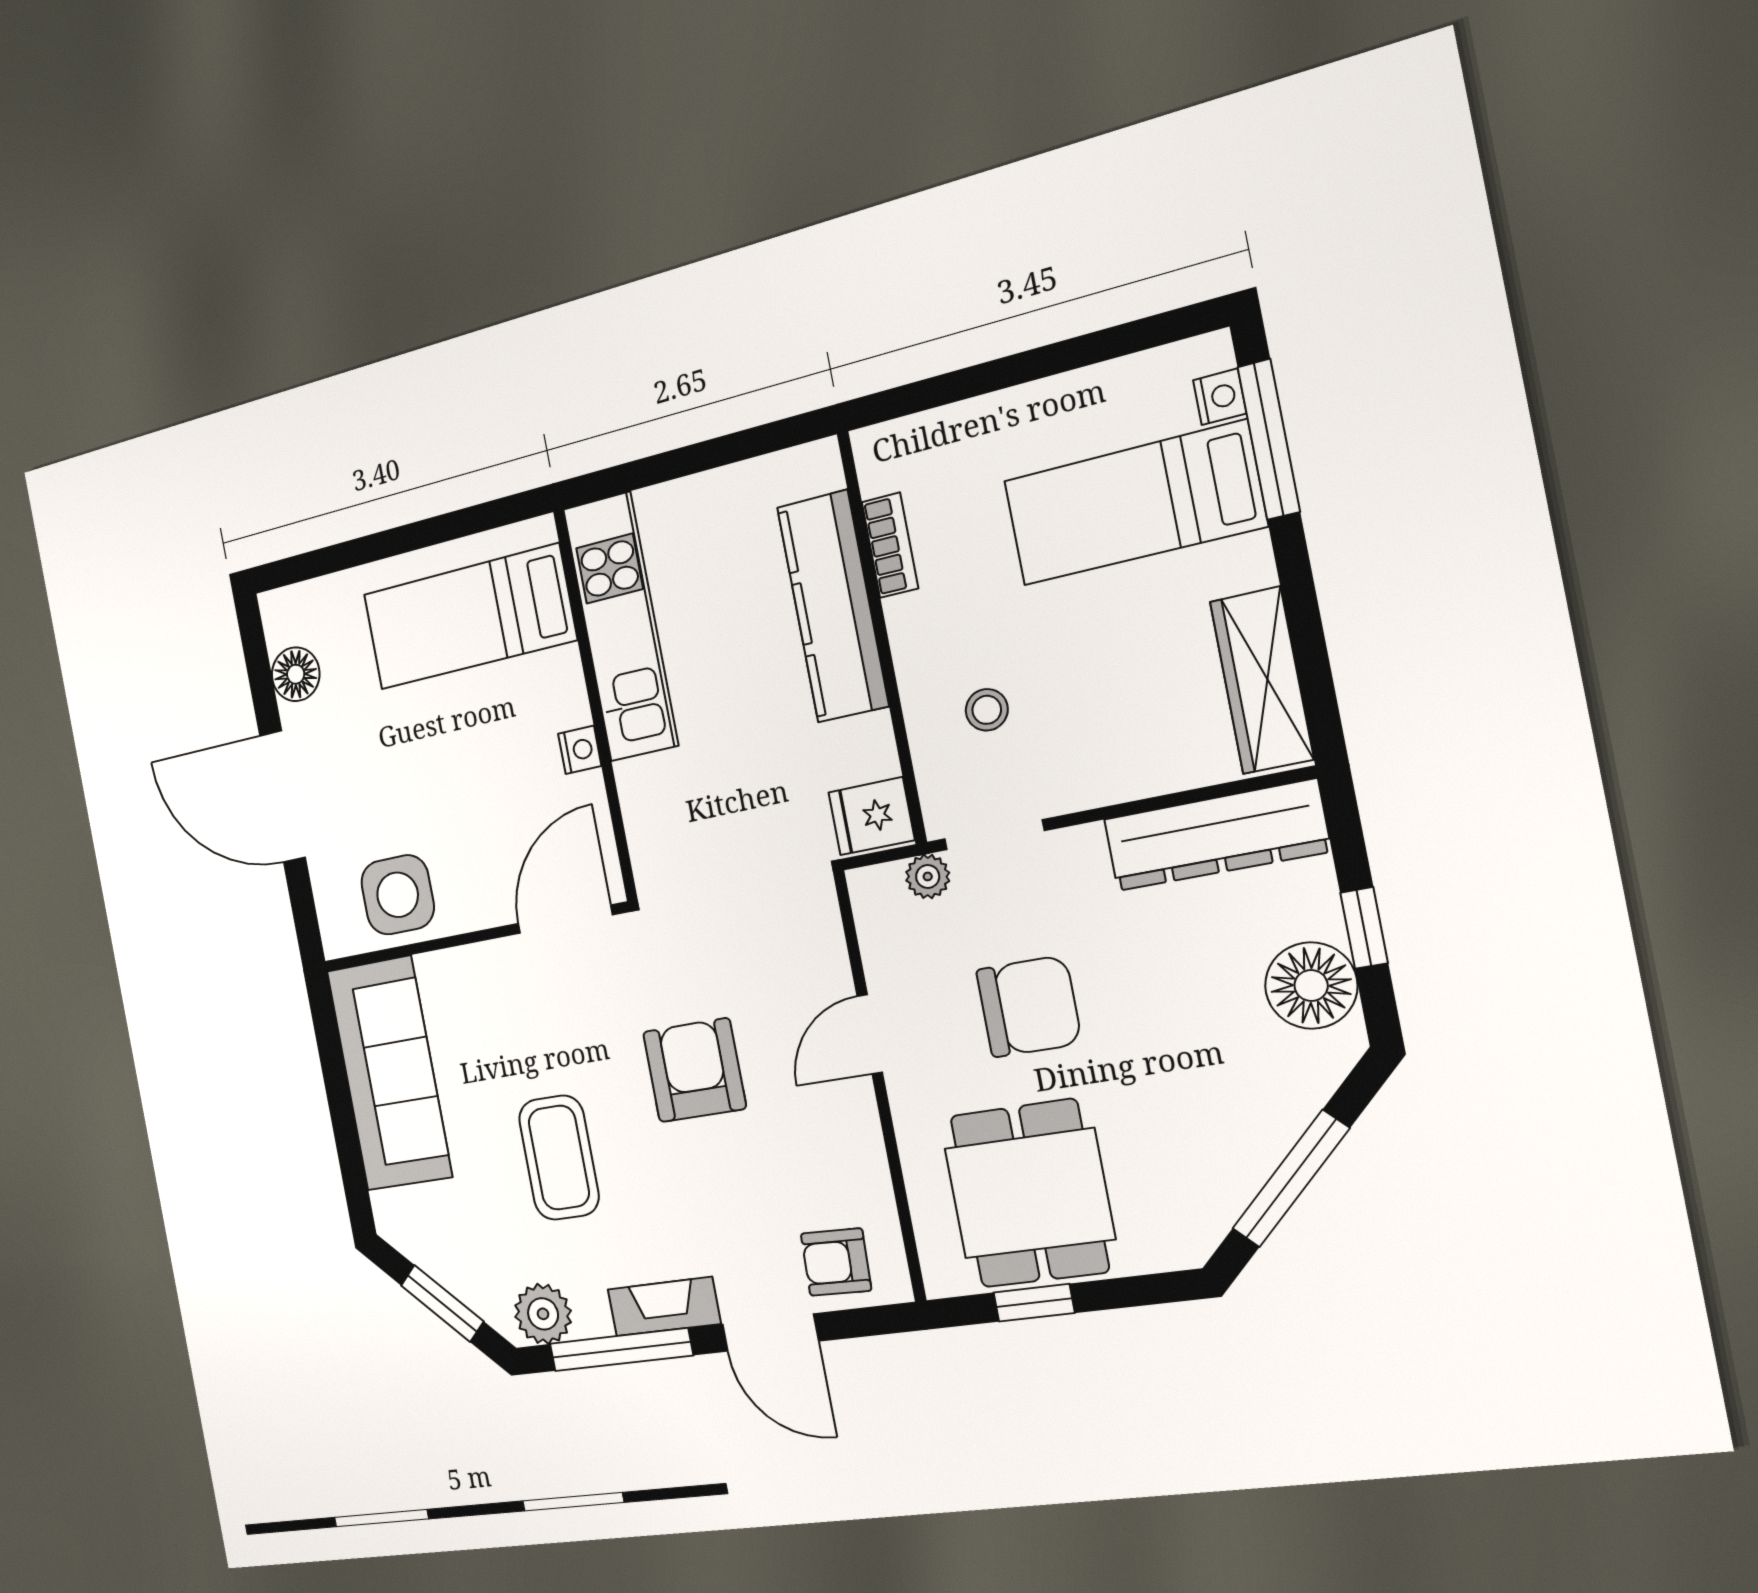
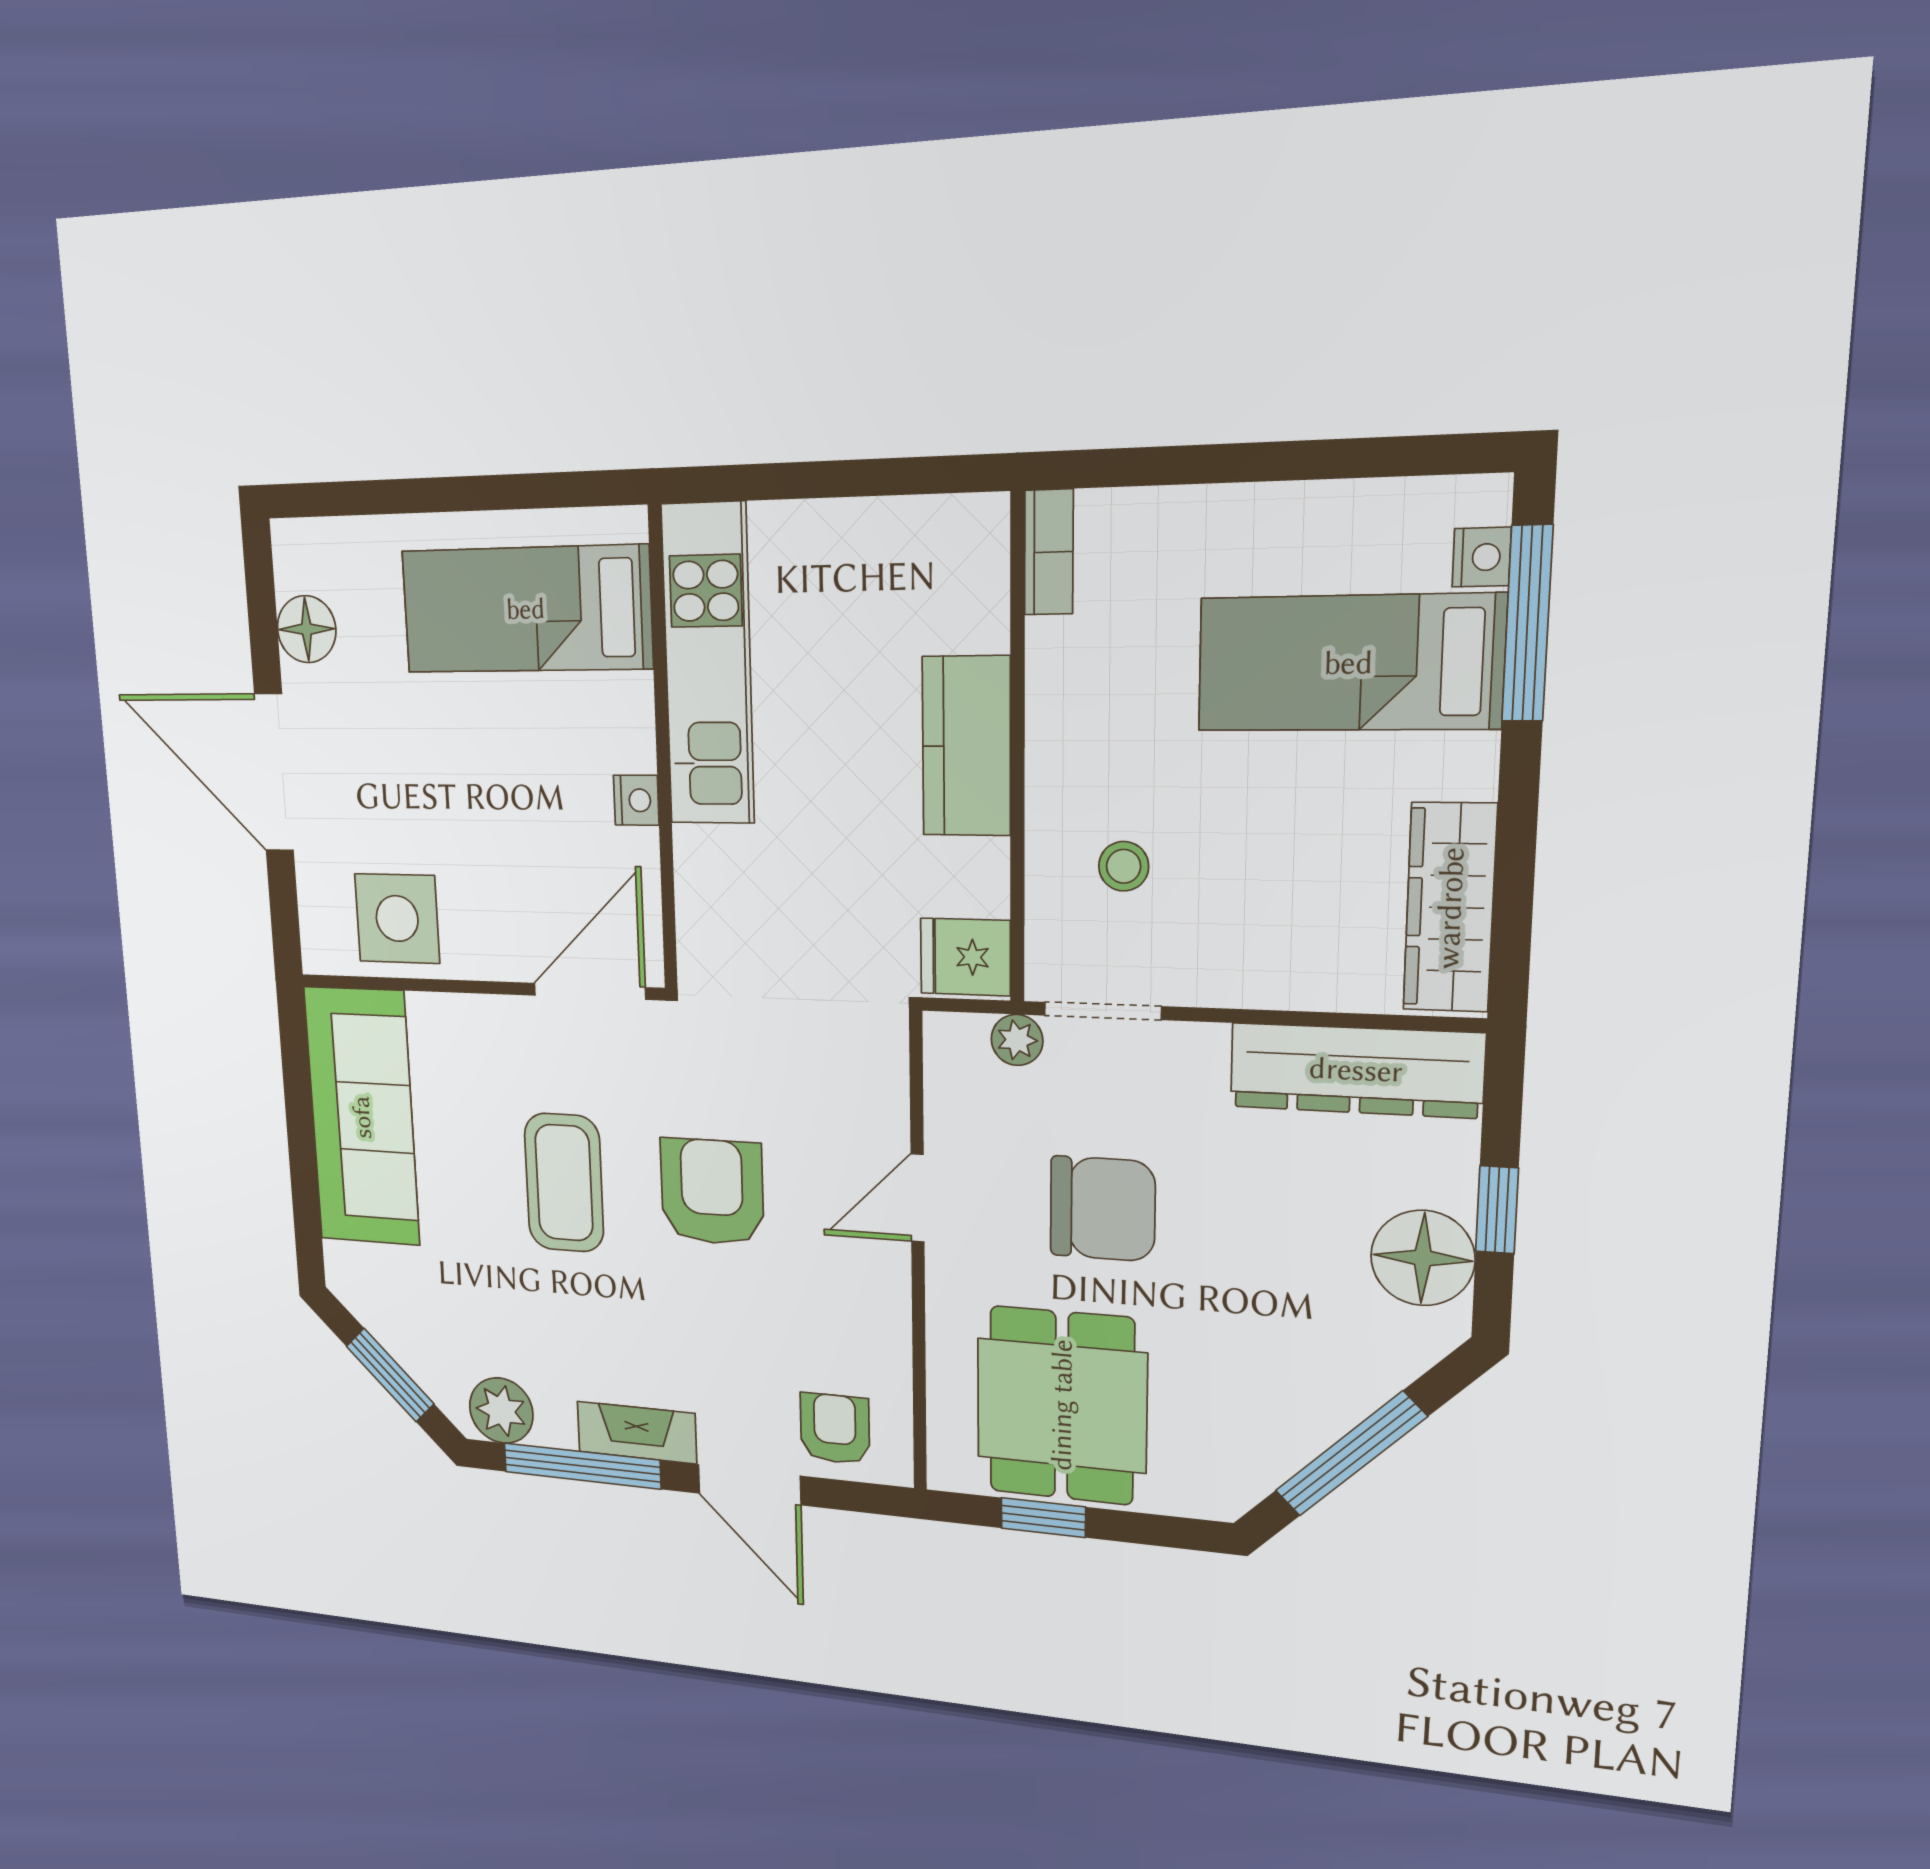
bookcase: (890, 545) -> (1049, 552), moved
kitchen counter: (833, 606) -> (966, 746), width x0.67
coffee table: (559, 1158) -> (564, 1183), moved
armchair: (836, 1262) -> (835, 1429), turned 88

